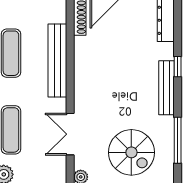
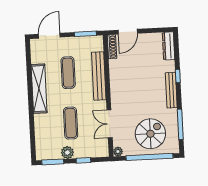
spiral stairs: (131, 152) -> (150, 134), turned -90

